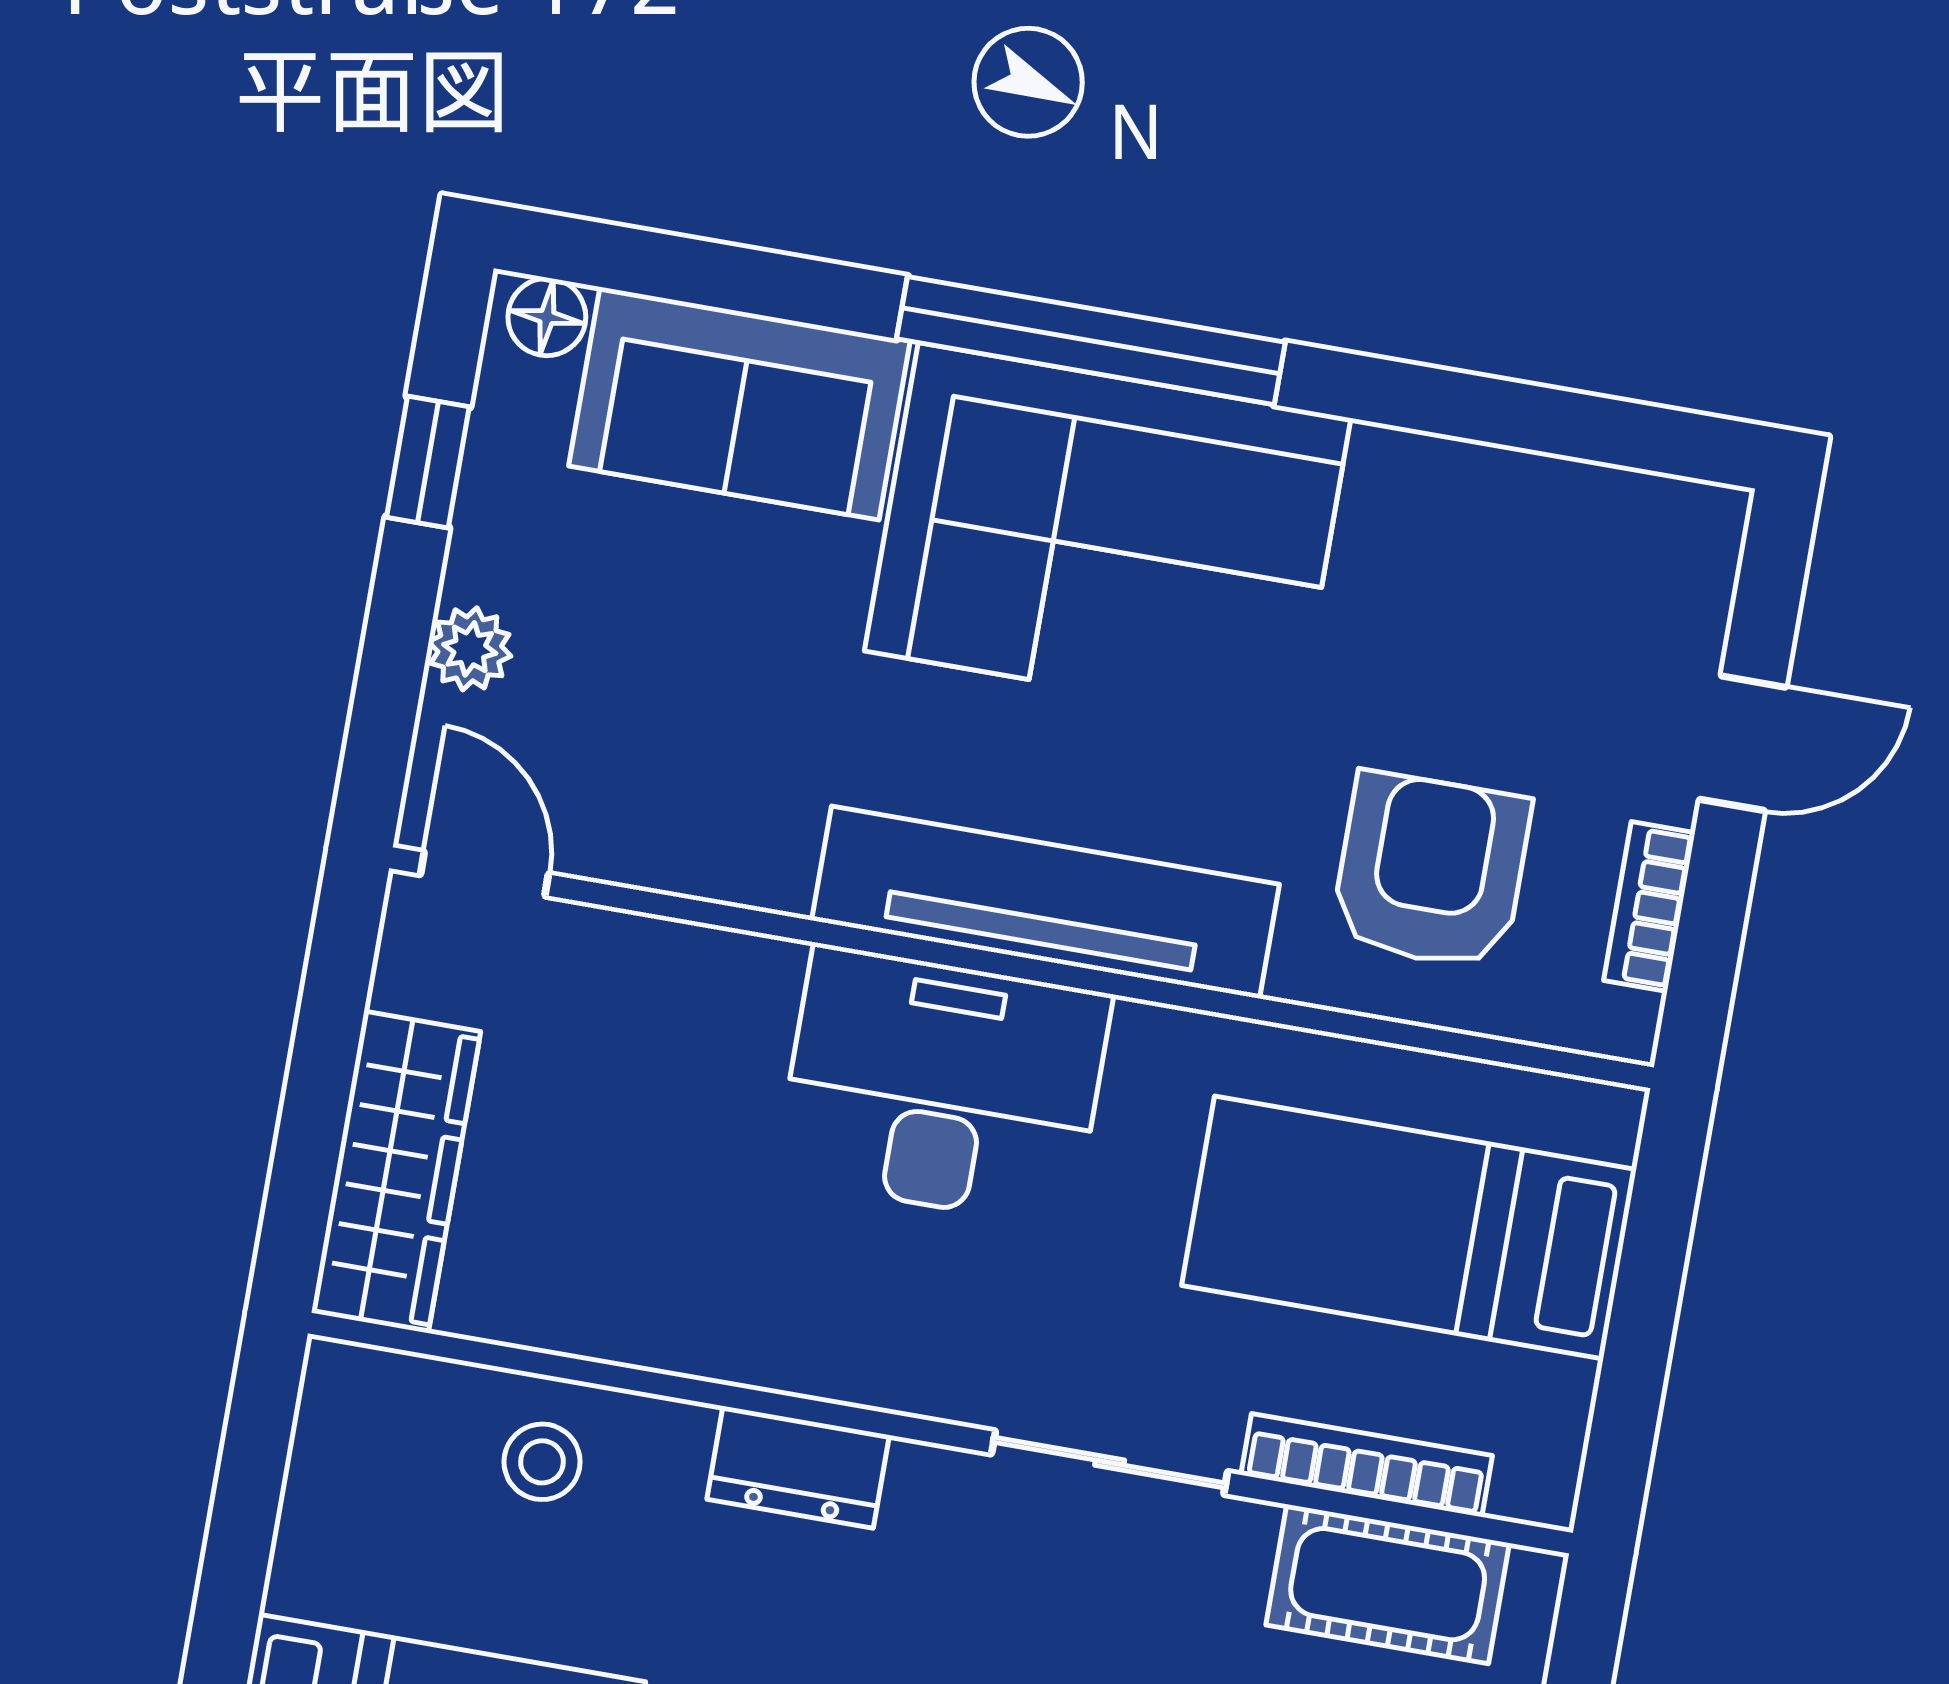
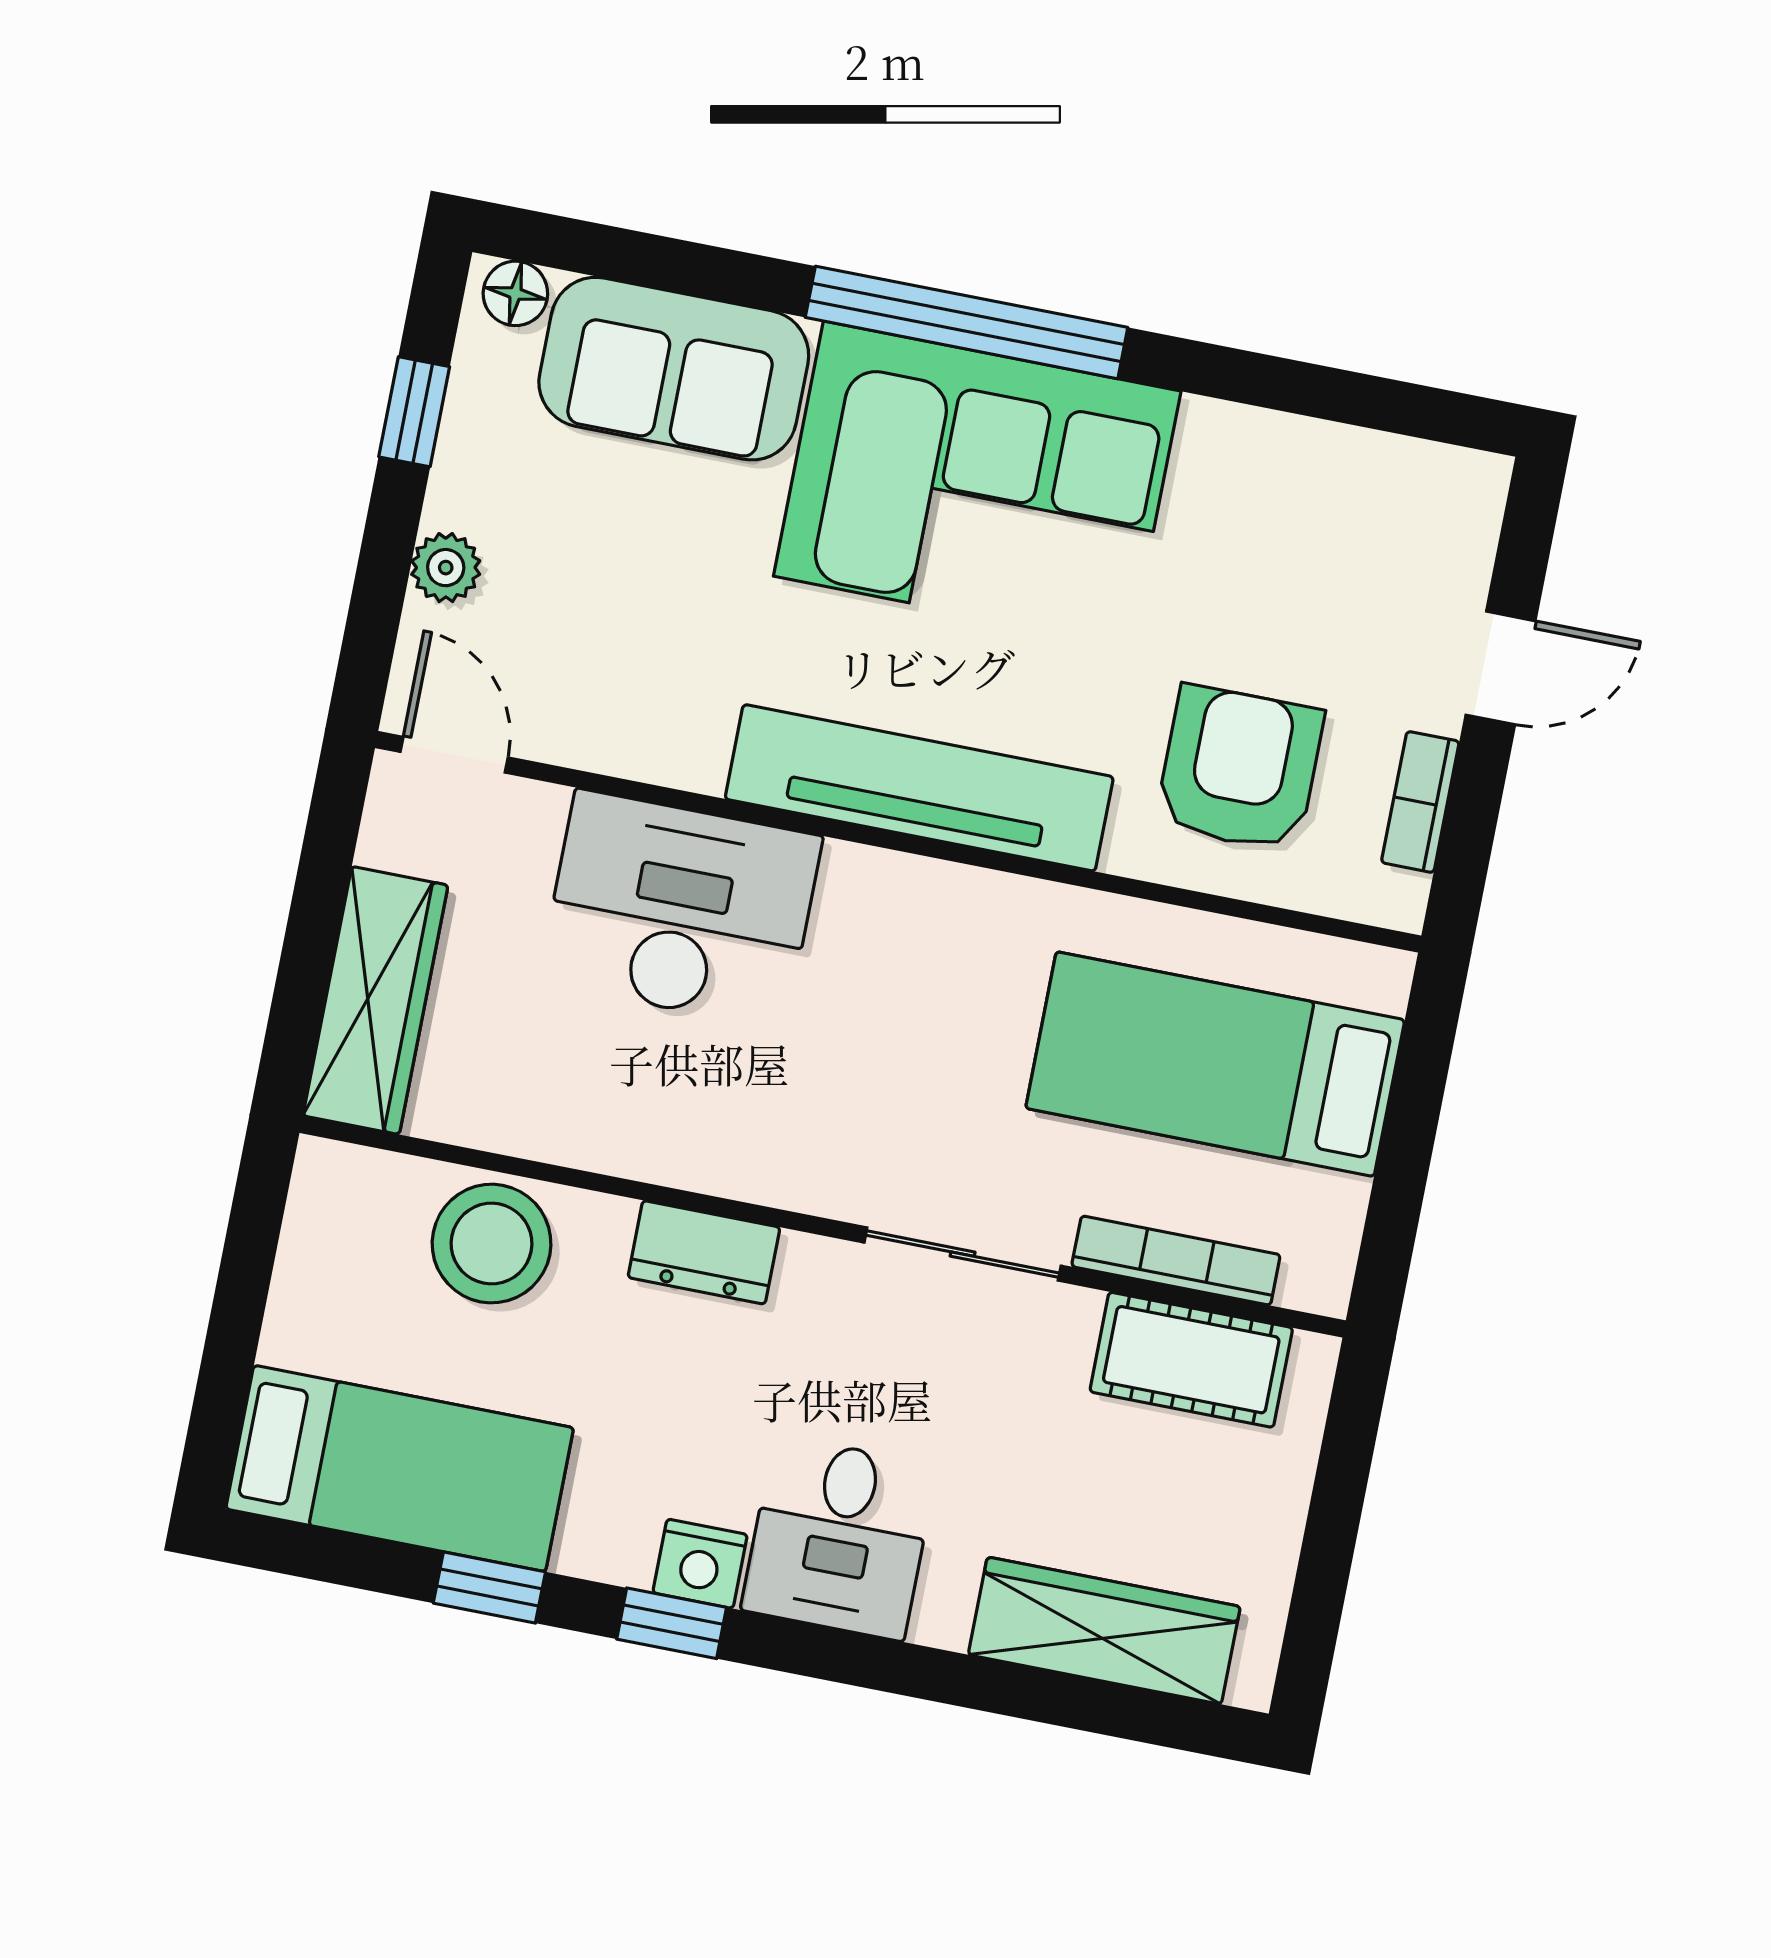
desk: (943, 1086) -> (681, 909), moved
stool: (542, 1462) -> (492, 1244), width x1.89, depth x1.89

